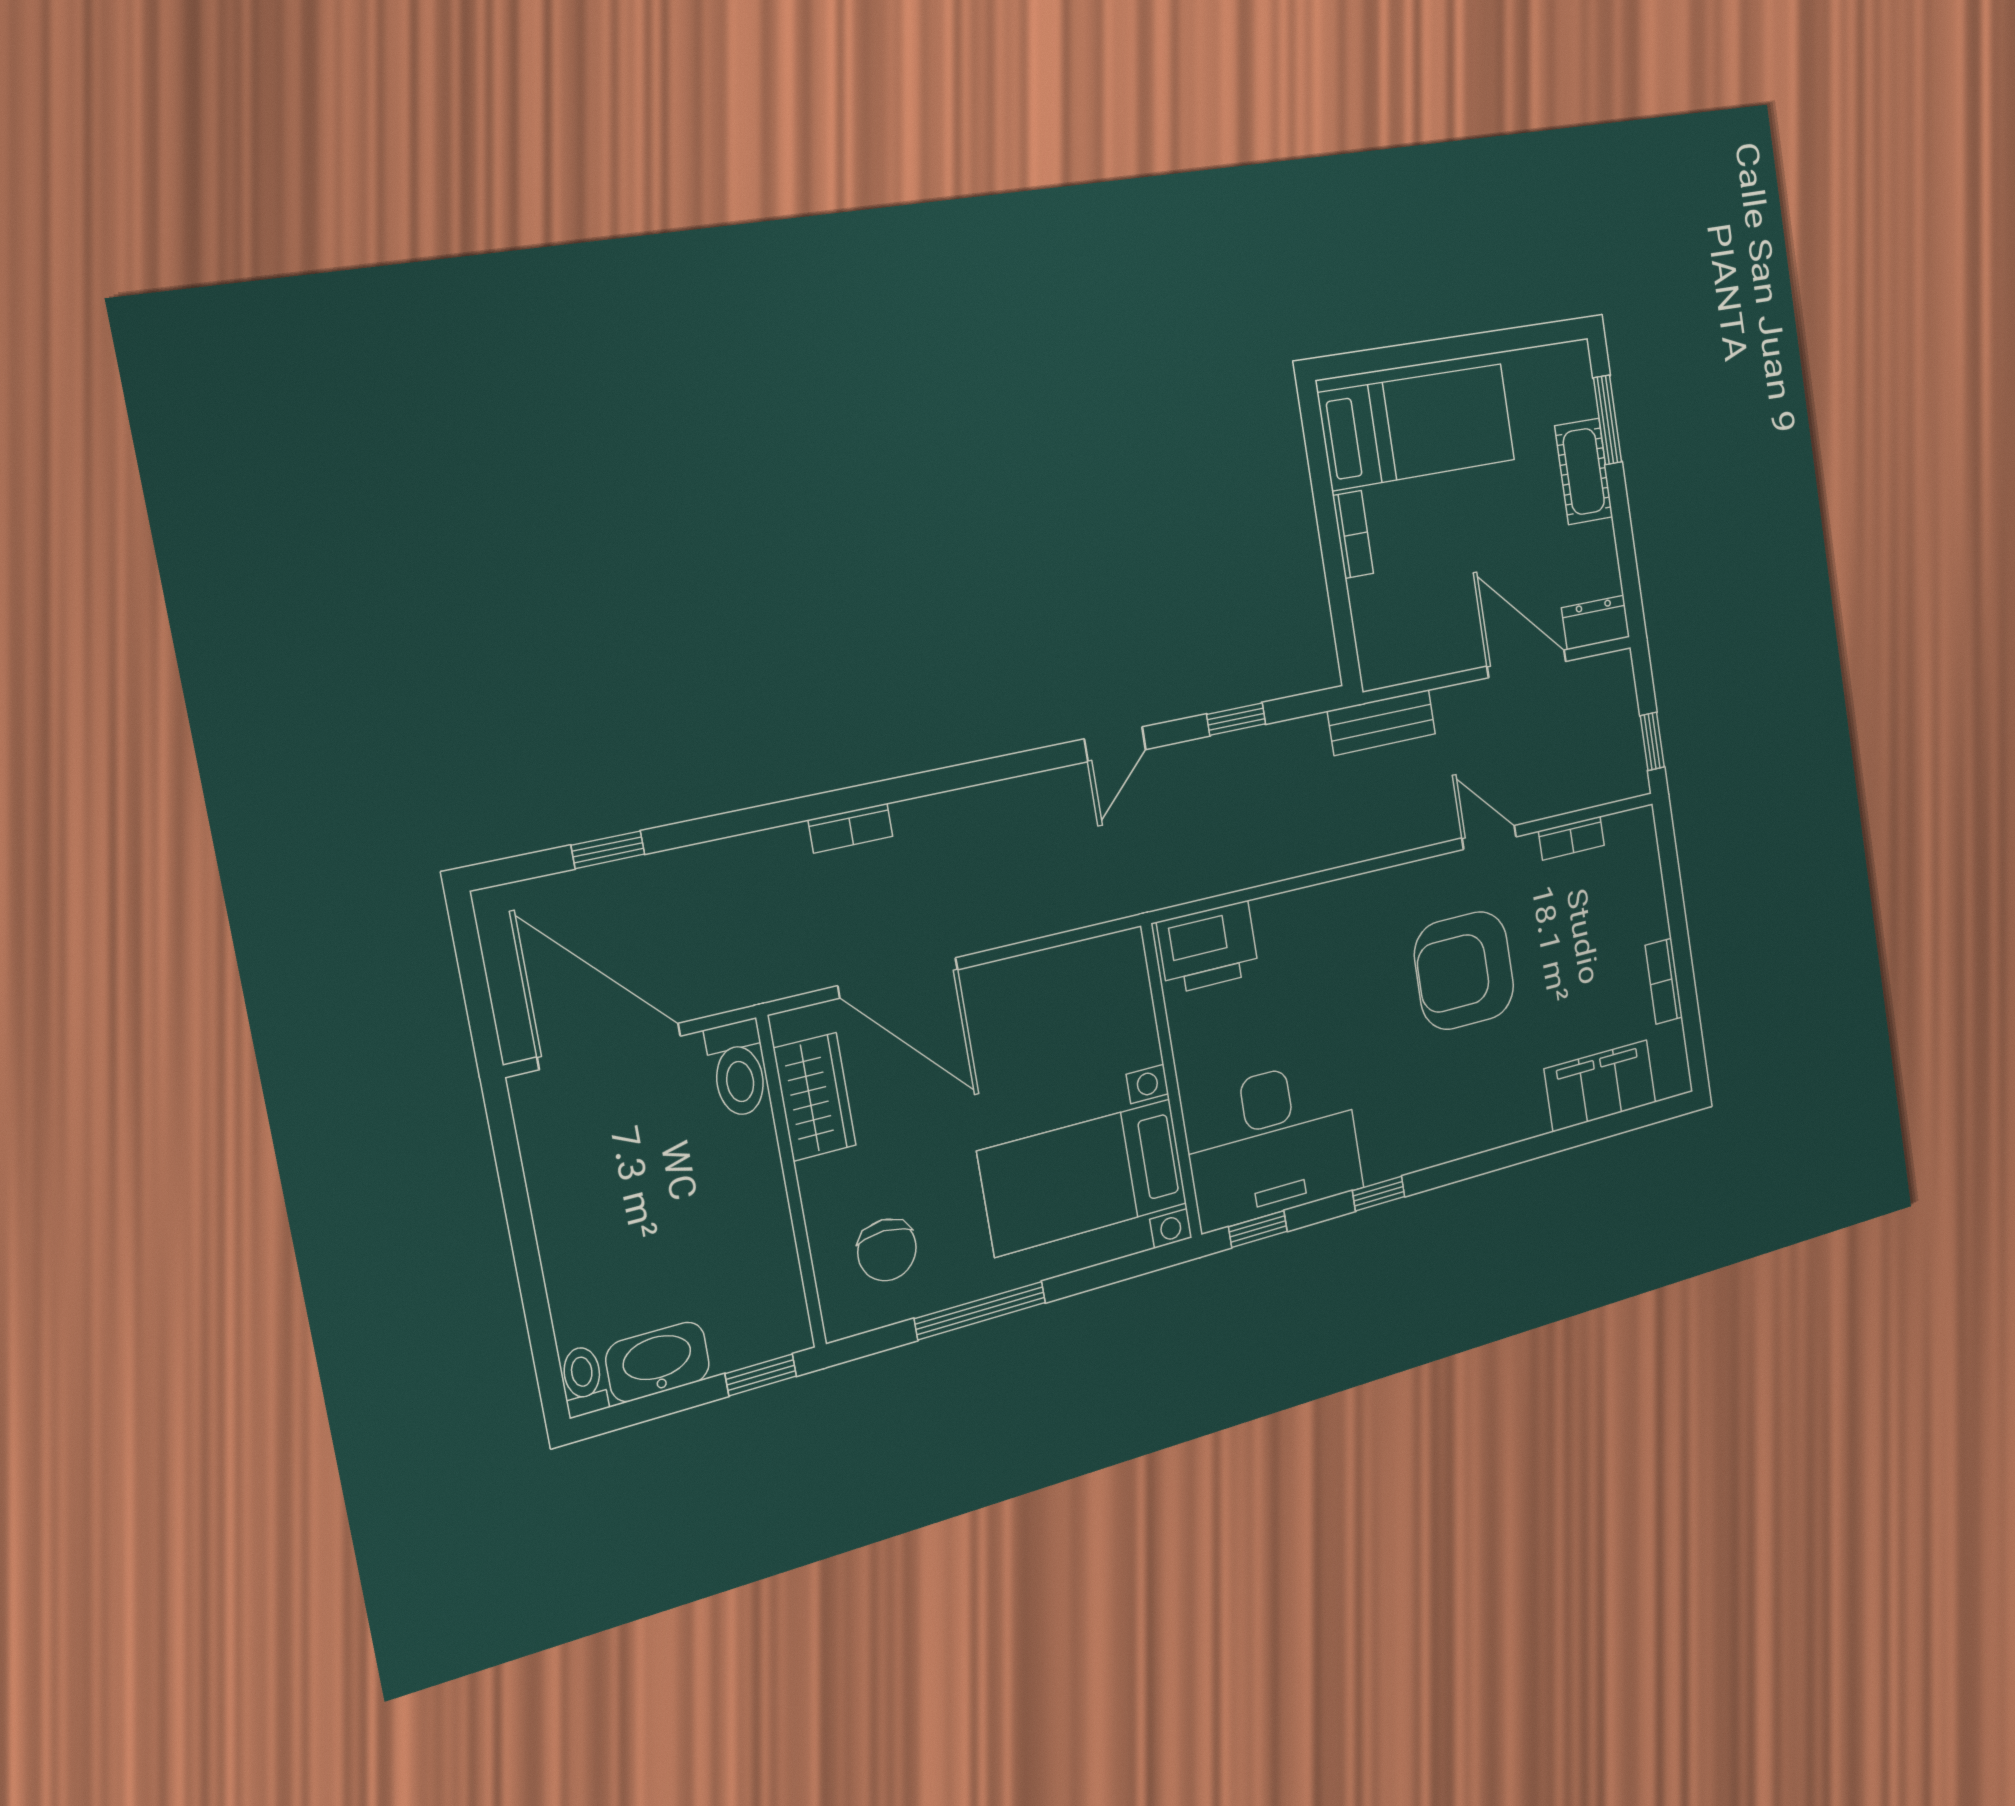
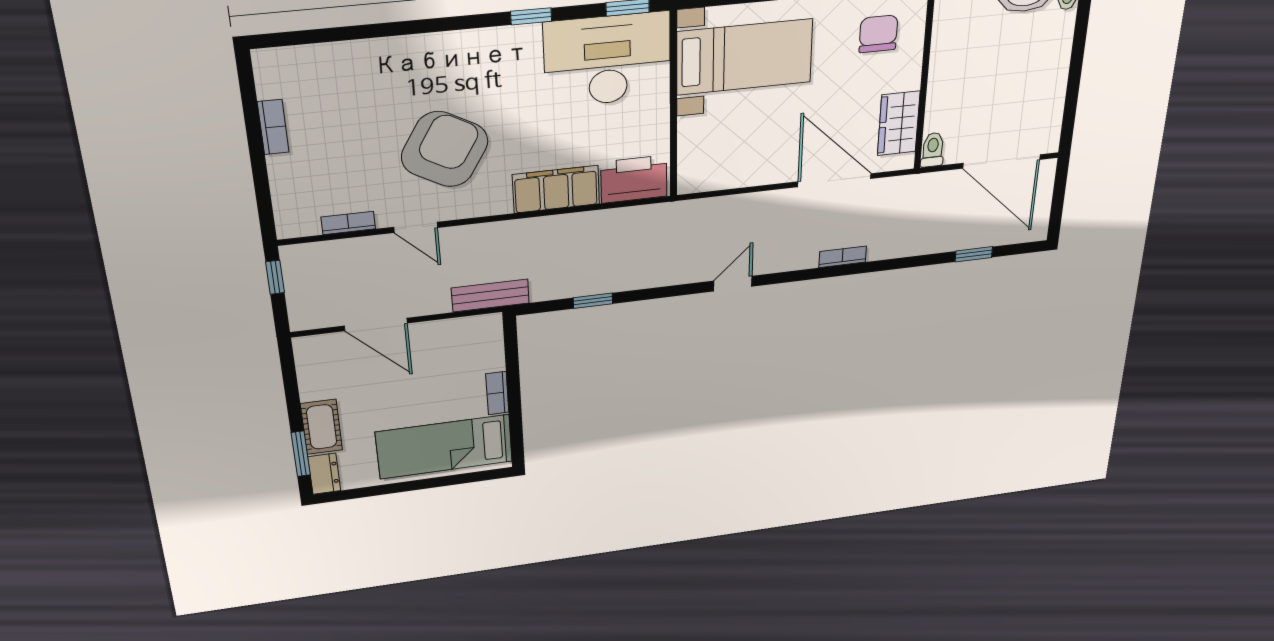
dresser: (1596, 623) -> (324, 474), moved, turned -90
door: (1115, 744) -> (733, 284), moved
armchair: (1464, 971) -> (445, 149), turned -60
toilet: (738, 1069) -> (933, 150), width x0.73, depth x0.72
filing cabinet: (1600, 1086) -> (556, 189), moved, turned 180

